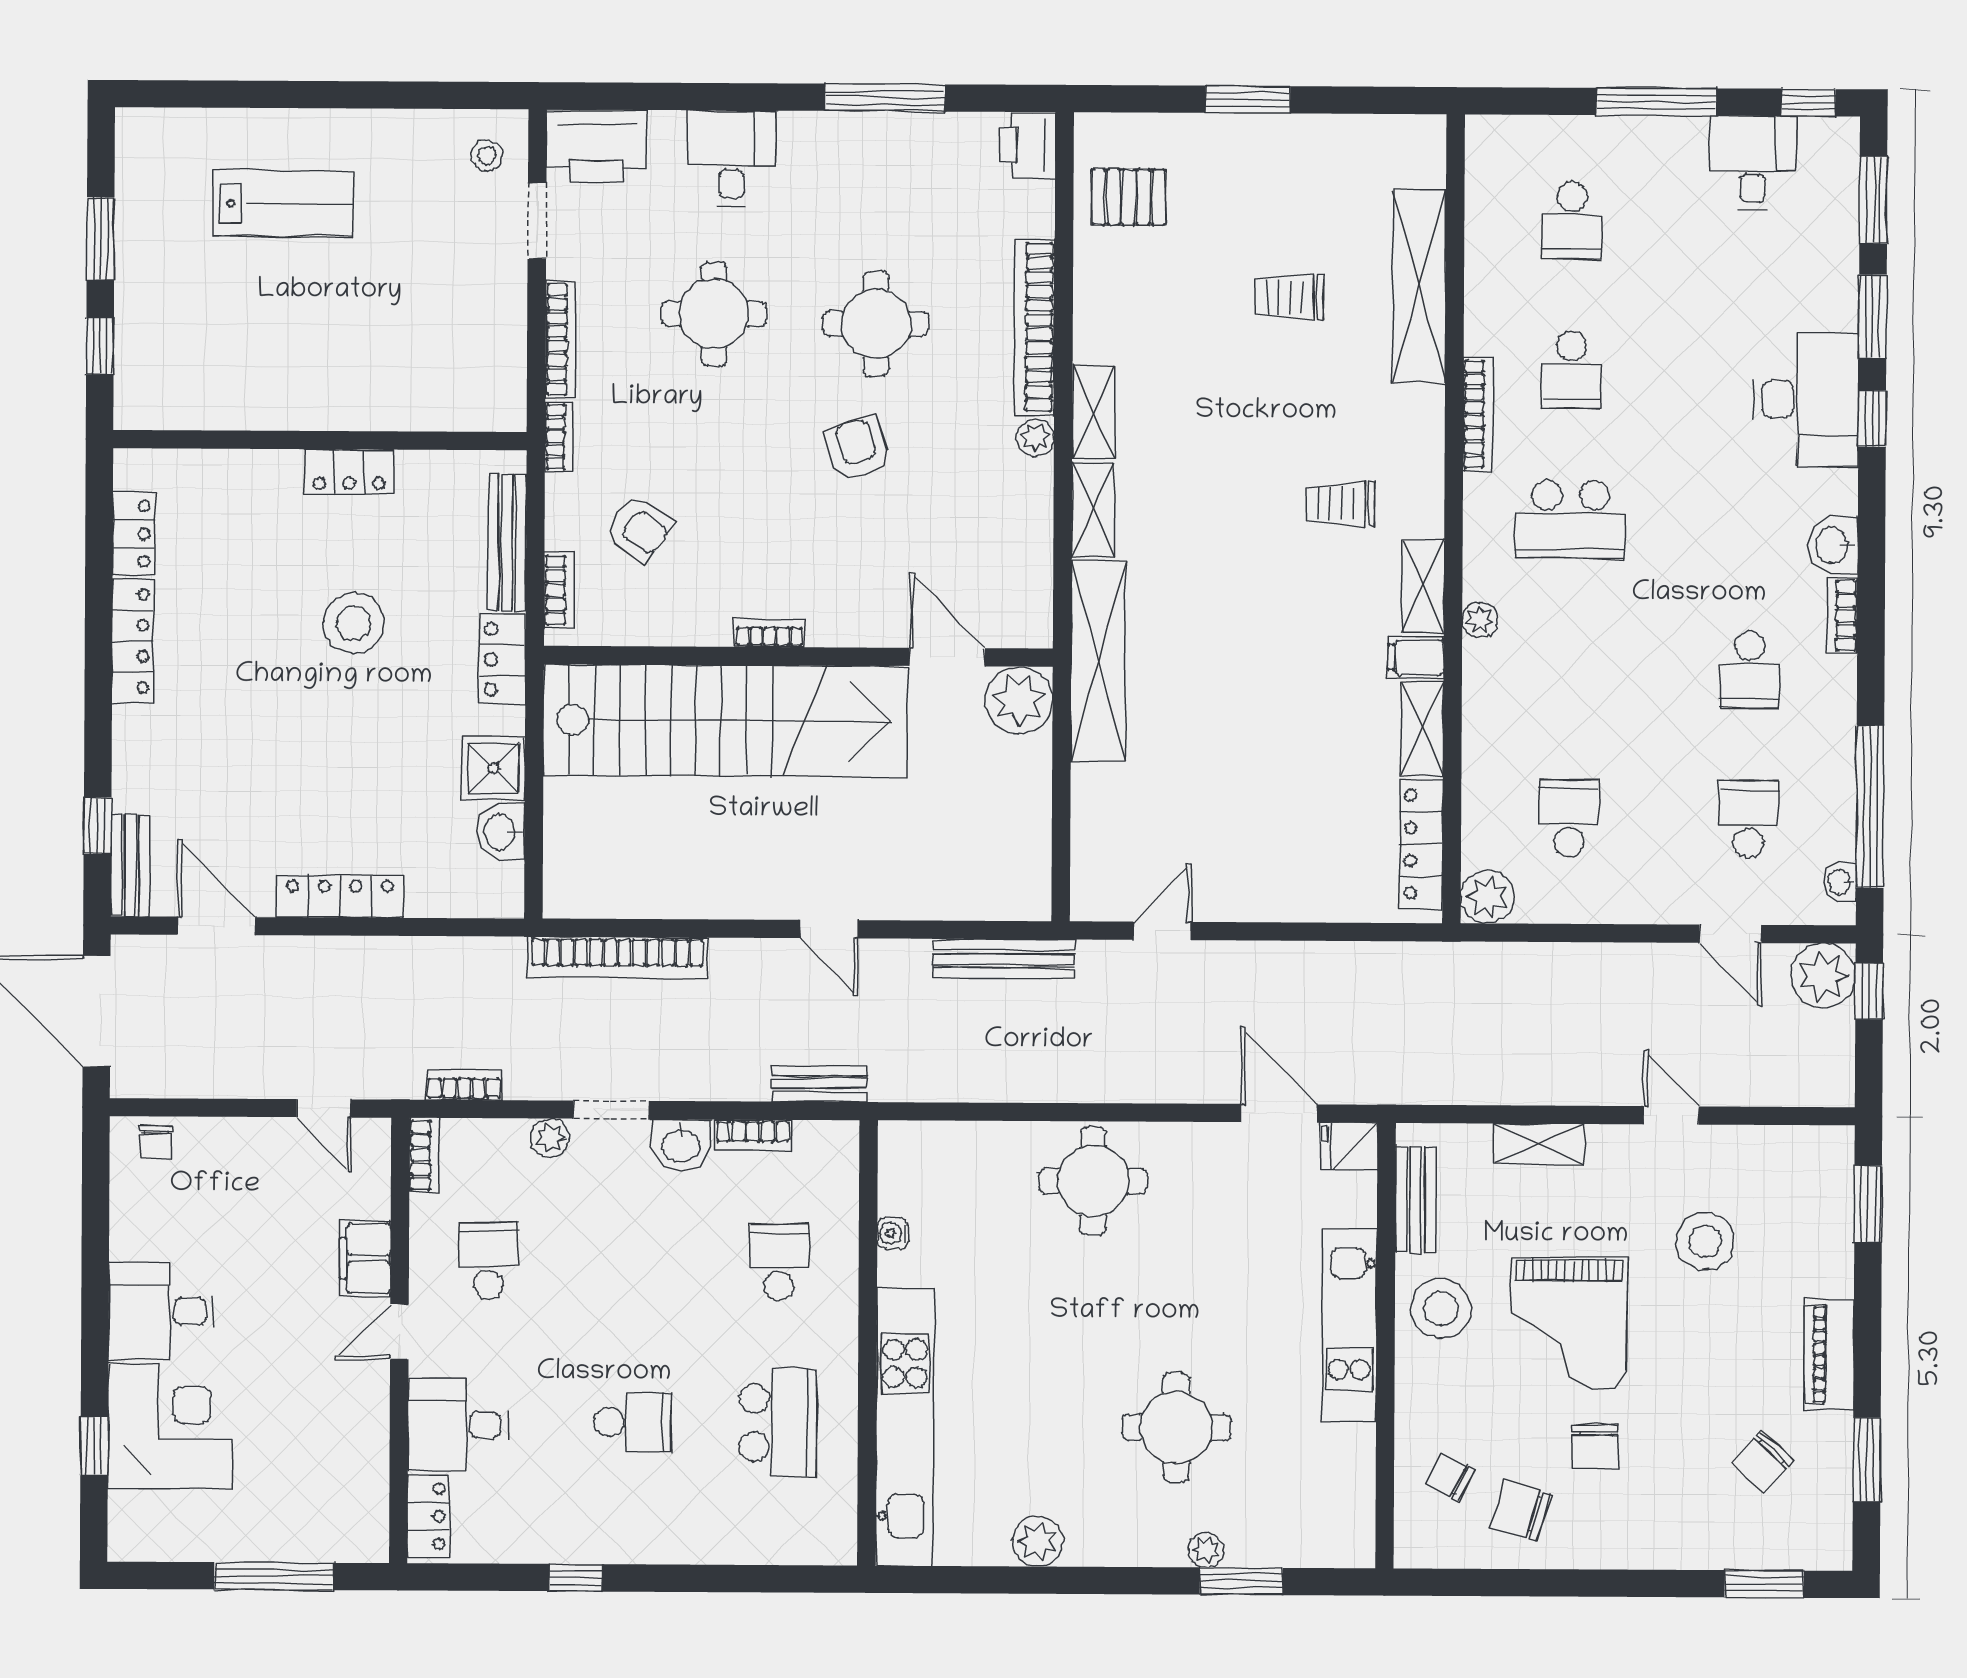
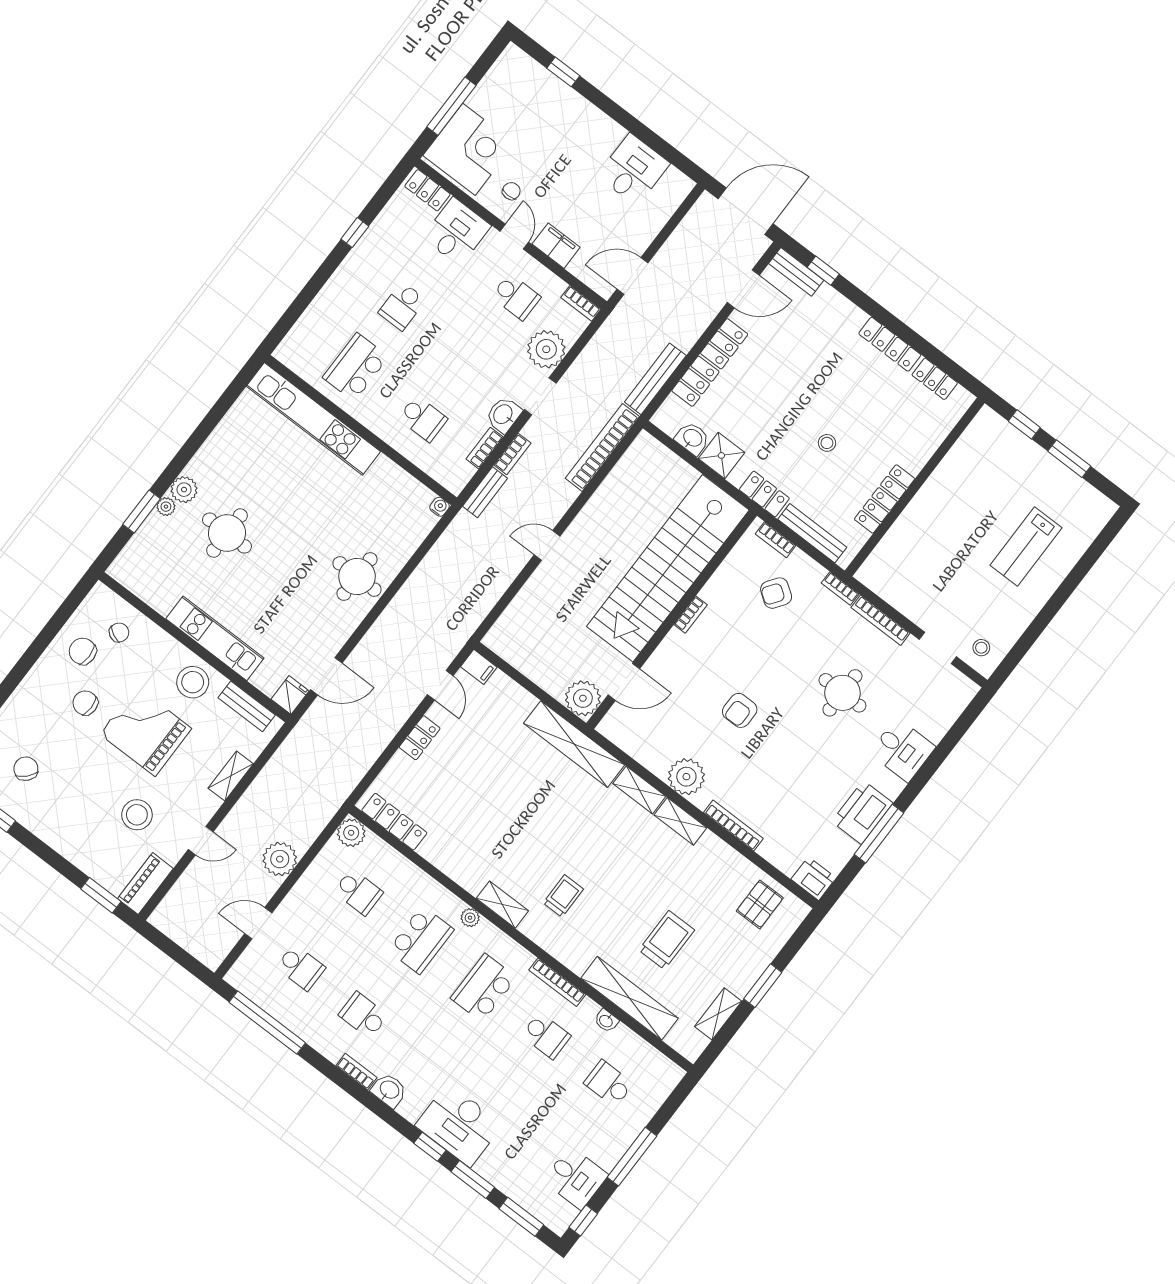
printer: (596, 146) -> (862, 812), moved
trolley: (1289, 297) -> (667, 940), width x1.36, depth x1.39
round table: (876, 324) -> (787, 758), removed
bookcase: (1034, 327) -> (733, 826), width x0.68, depth x0.76
school desk: (1571, 370) -> (546, 1036), turned 180
plant: (1035, 438) -> (686, 777), width x1.88, depth x1.88
armchair: (858, 449) -> (740, 710), turned 109
locker: (349, 472) -> (884, 499), width x1.53
stool: (354, 623) -> (827, 443), width x0.53, depth x0.53
filing cabinet: (1416, 657) -> (479, 667), moved, turned 90
school desk: (1570, 669) -> (421, 940), added
shelving: (1422, 729) -> (718, 1014), moved, turned 90
washbasin: (1840, 882) -> (606, 1021), moved, turned 180
locker: (340, 897) -> (710, 362), width x1.41, depth x1.21
locker: (1265, 902) -> (420, 738), added
bench: (1004, 959) -> (655, 379), moved
plant: (1823, 976) -> (280, 859), moved
window: (1869, 991) -> (190, 963), removed
bookcase: (464, 1085) -> (512, 454), moved
door: (324, 1108) -> (632, 276), width x1.37
plant: (550, 1138) -> (546, 349), width x1.88, depth x1.88
chair: (156, 1142) -> (511, 191), moved, turned 90
water cooler: (893, 1233) -> (440, 507), moved
desk: (161, 1311) -> (633, 170), moved
piano: (1829, 1355) -> (145, 884), moved, turned -90
school desk: (778, 1423) -> (355, 367), turned 90
corner desk: (171, 1426) -> (469, 149), moved, turned -90
chair: (1520, 1510) -> (83, 651), turned -106
plant: (1037, 1541) -> (184, 490), moved

